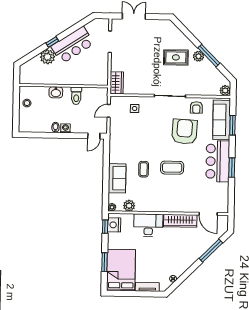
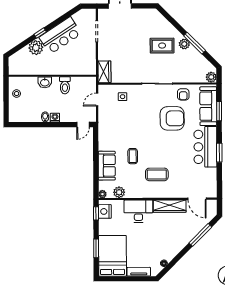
armchair: (185, 132) -> (172, 118), turned 87
coffee table: (172, 168) -> (157, 174), moved

